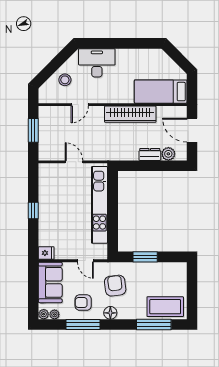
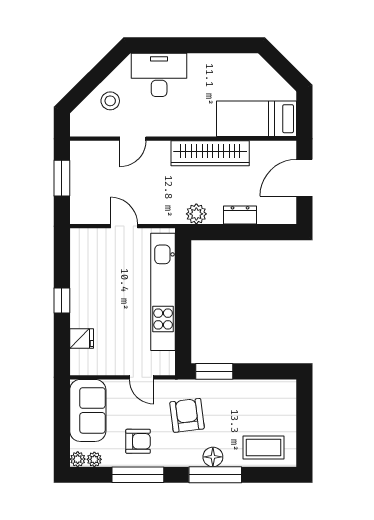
door: (192, 130) -> (304, 178), hinge flipped
plant: (168, 154) -> (196, 214), moved
fridge: (46, 253) -> (82, 338), moved
window: (145, 257) -> (214, 371), moved
armchair: (83, 303) -> (138, 441), turned 180
coffee table: (165, 307) -> (263, 448), width x0.73, depth x0.76
floor lamp: (110, 313) -> (213, 457), moved
window: (154, 324) -> (215, 475), moved

